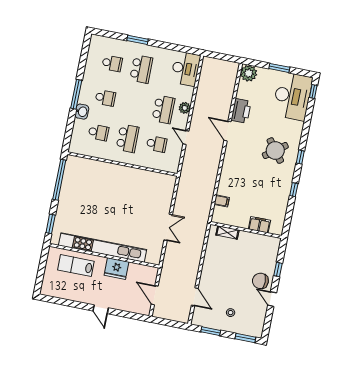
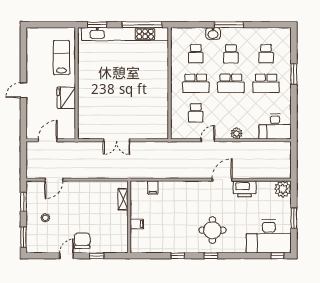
school desk: (163, 109) -> (231, 83), moved
round table: (275, 151) -> (212, 230), turned 37
filing cabinet: (259, 225) -> (137, 224), width x0.50
kitchen unit: (103, 248) -> (125, 34), moved, turned 90

